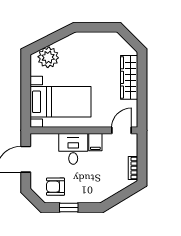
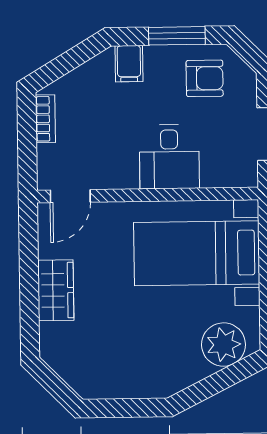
wardrobe: (129, 77) -> (56, 290), width x0.67
filing cabinet: (95, 142) -> (129, 64), moved, turned 180
window: (69, 207) -> (177, 36), width x1.50

